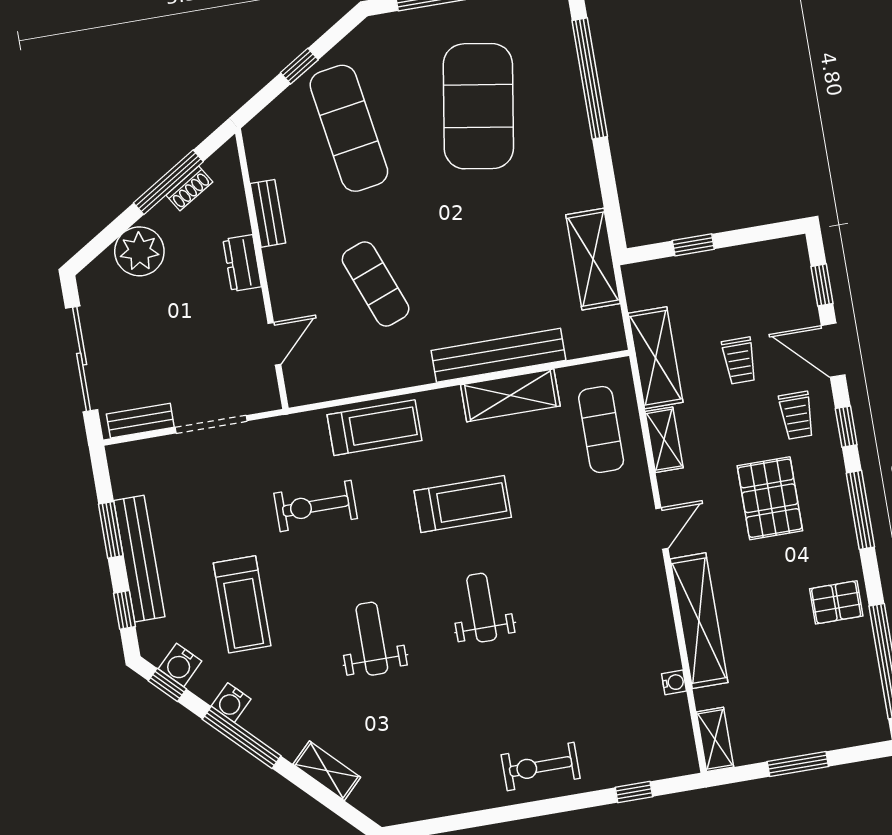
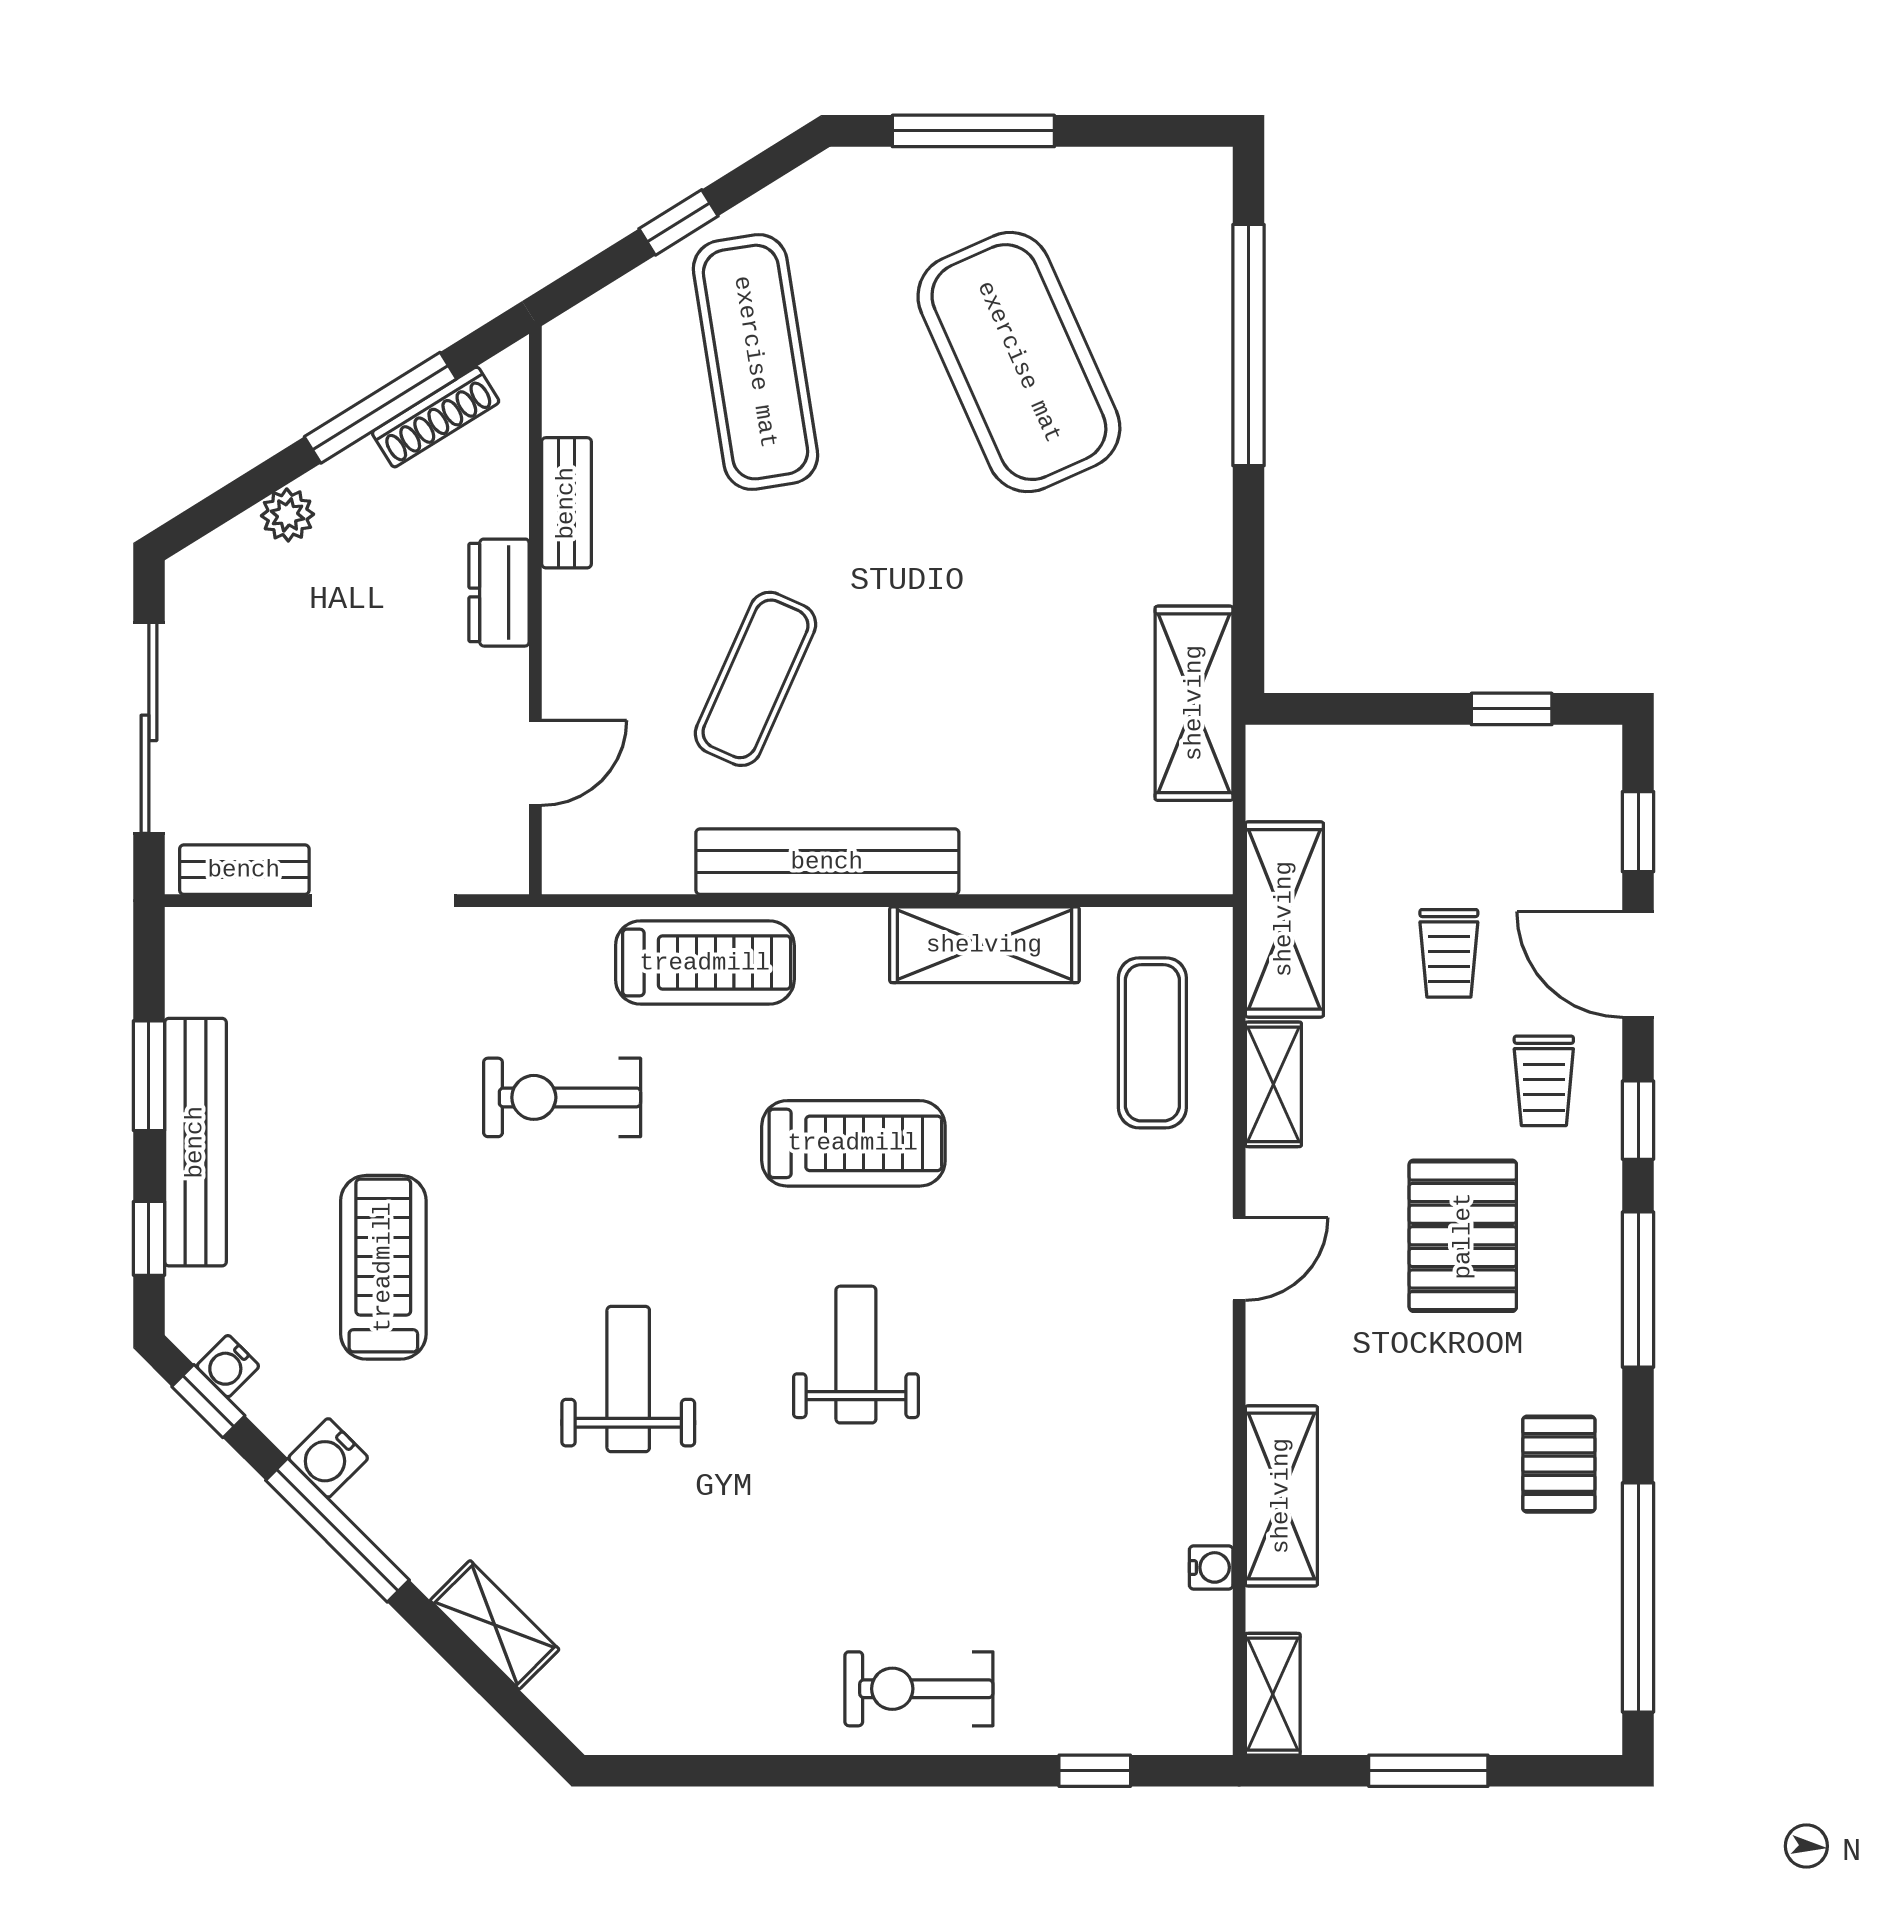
exercise mat: (478, 106) -> (1019, 362), turned -33
shoe rack: (189, 188) -> (436, 417), width x1.43
window: (693, 245) -> (1512, 709), moved
plant: (139, 251) -> (288, 515), width x0.53, depth x0.53
exercise mat: (376, 284) -> (755, 679), turned 45
bench: (498, 355) -> (827, 862), moved
pallet: (836, 602) -> (1559, 1464), turned 90
treadmill: (242, 604) -> (383, 1267), turned 180
shelving: (699, 621) -> (1281, 1496), width x0.68
water cooler: (180, 665) -> (228, 1366), width x0.72, depth x0.72

